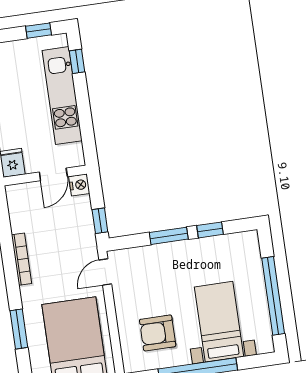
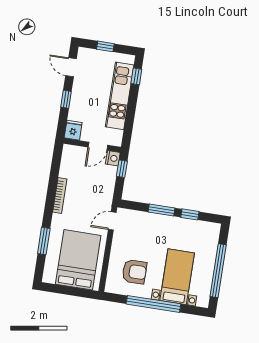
window: (39, 31) -> (105, 46), moved
window: (100, 221) -> (122, 169), moved
armchair: (158, 333) -> (134, 272), turned 180

